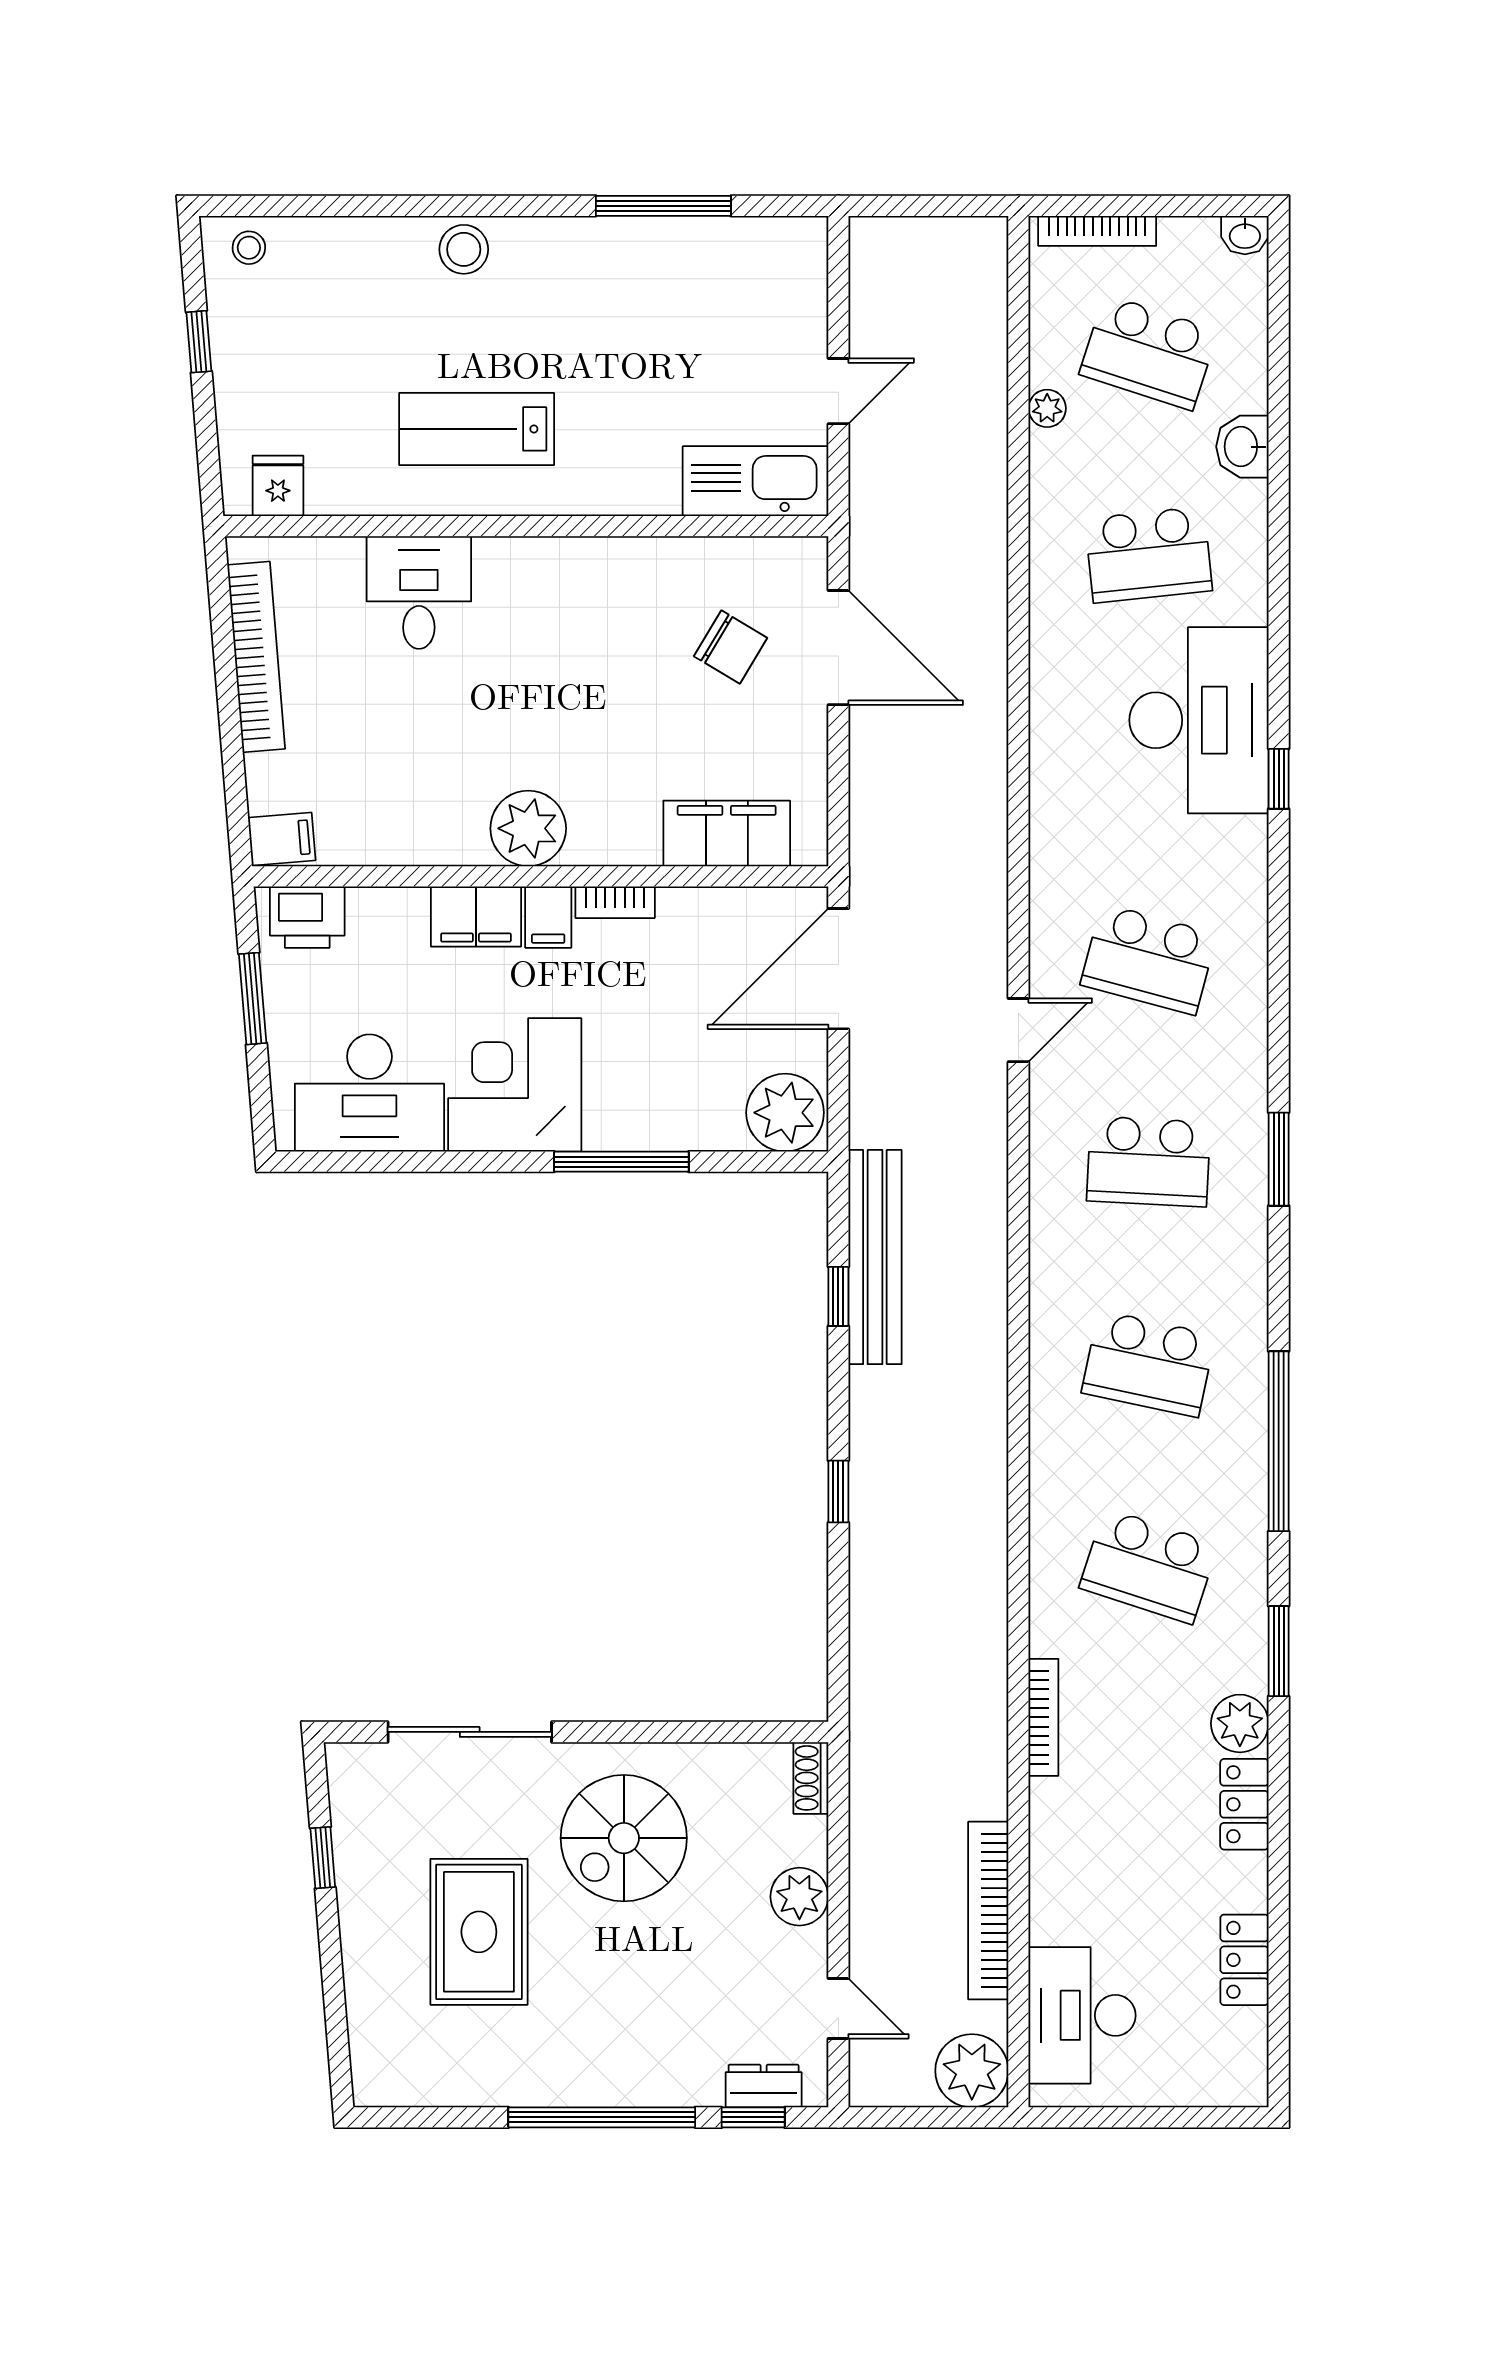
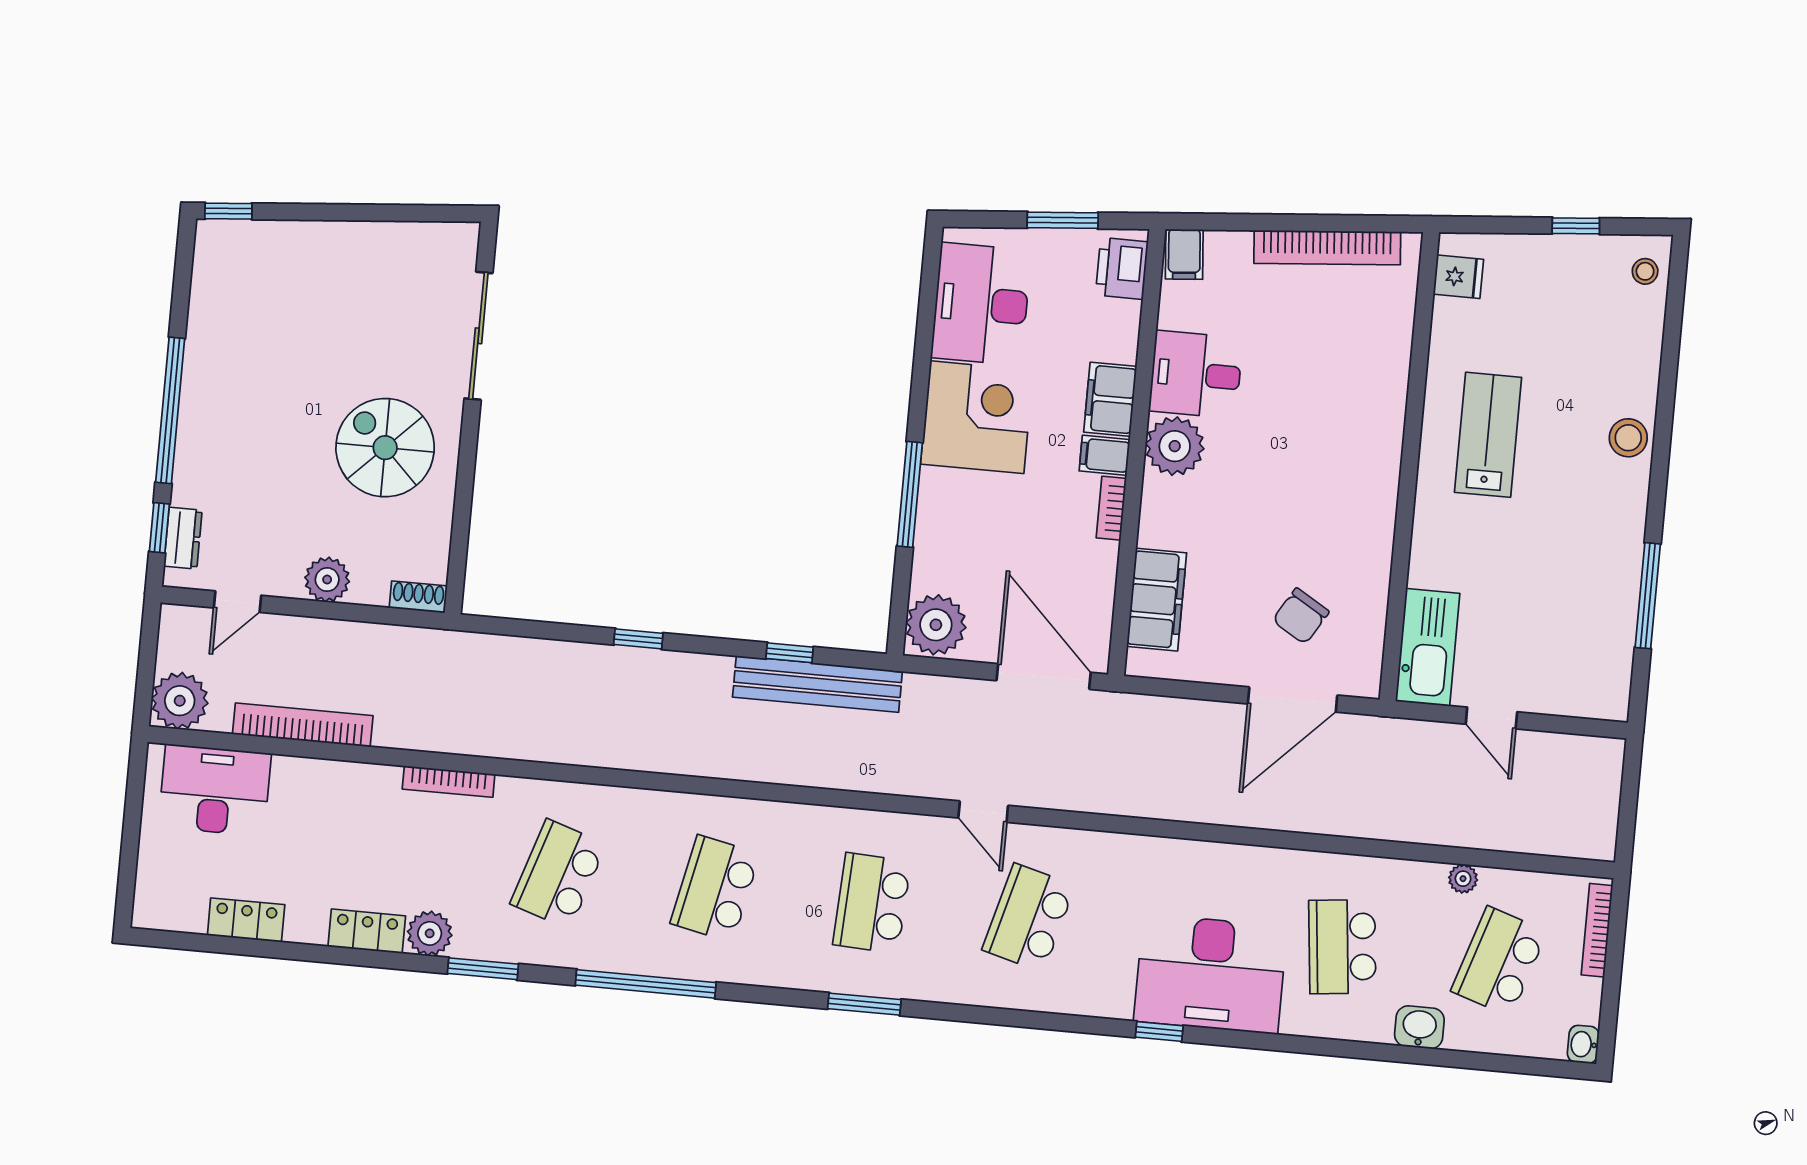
desk: (419, 592) -> (1196, 374), moved, turned 180
window: (323, 1858) -> (228, 211), moved
rug: (479, 1932) -> (323, 329), removed

